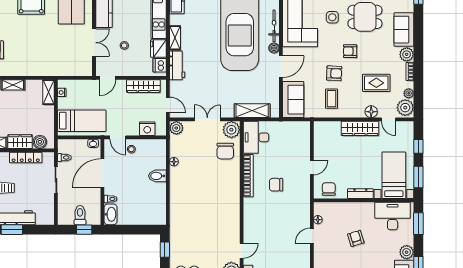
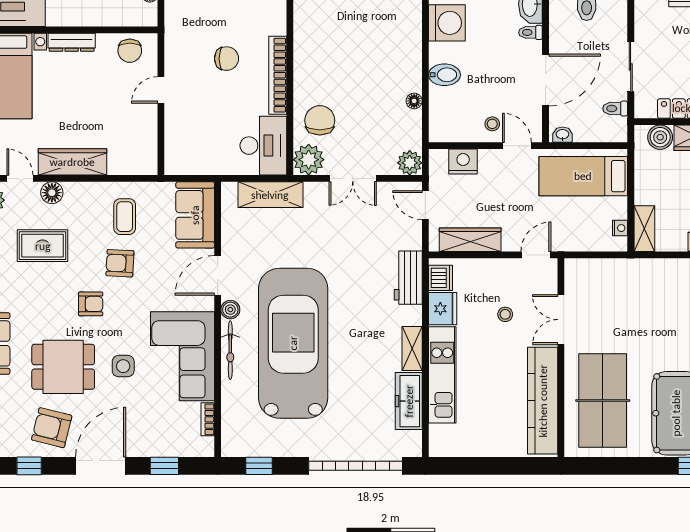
shelving: (175, 38) -> (412, 349), moved
washing machine: (156, 204) -> (447, 23), added

